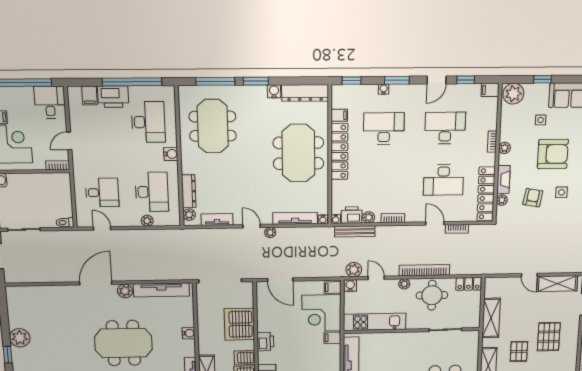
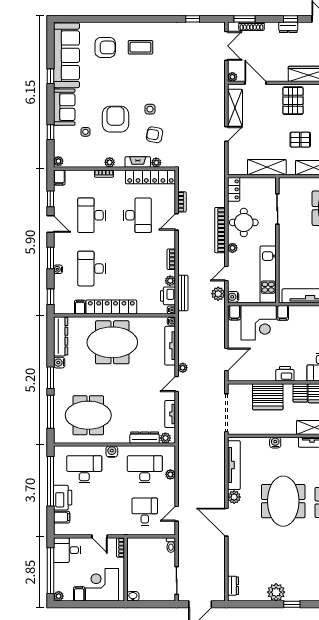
plant: (513, 94) -> (58, 161), width x0.53, depth x0.53
dresser: (23, 292) -> (233, 586), added
pallet: (549, 337) -> (293, 101), moved, turned 90

